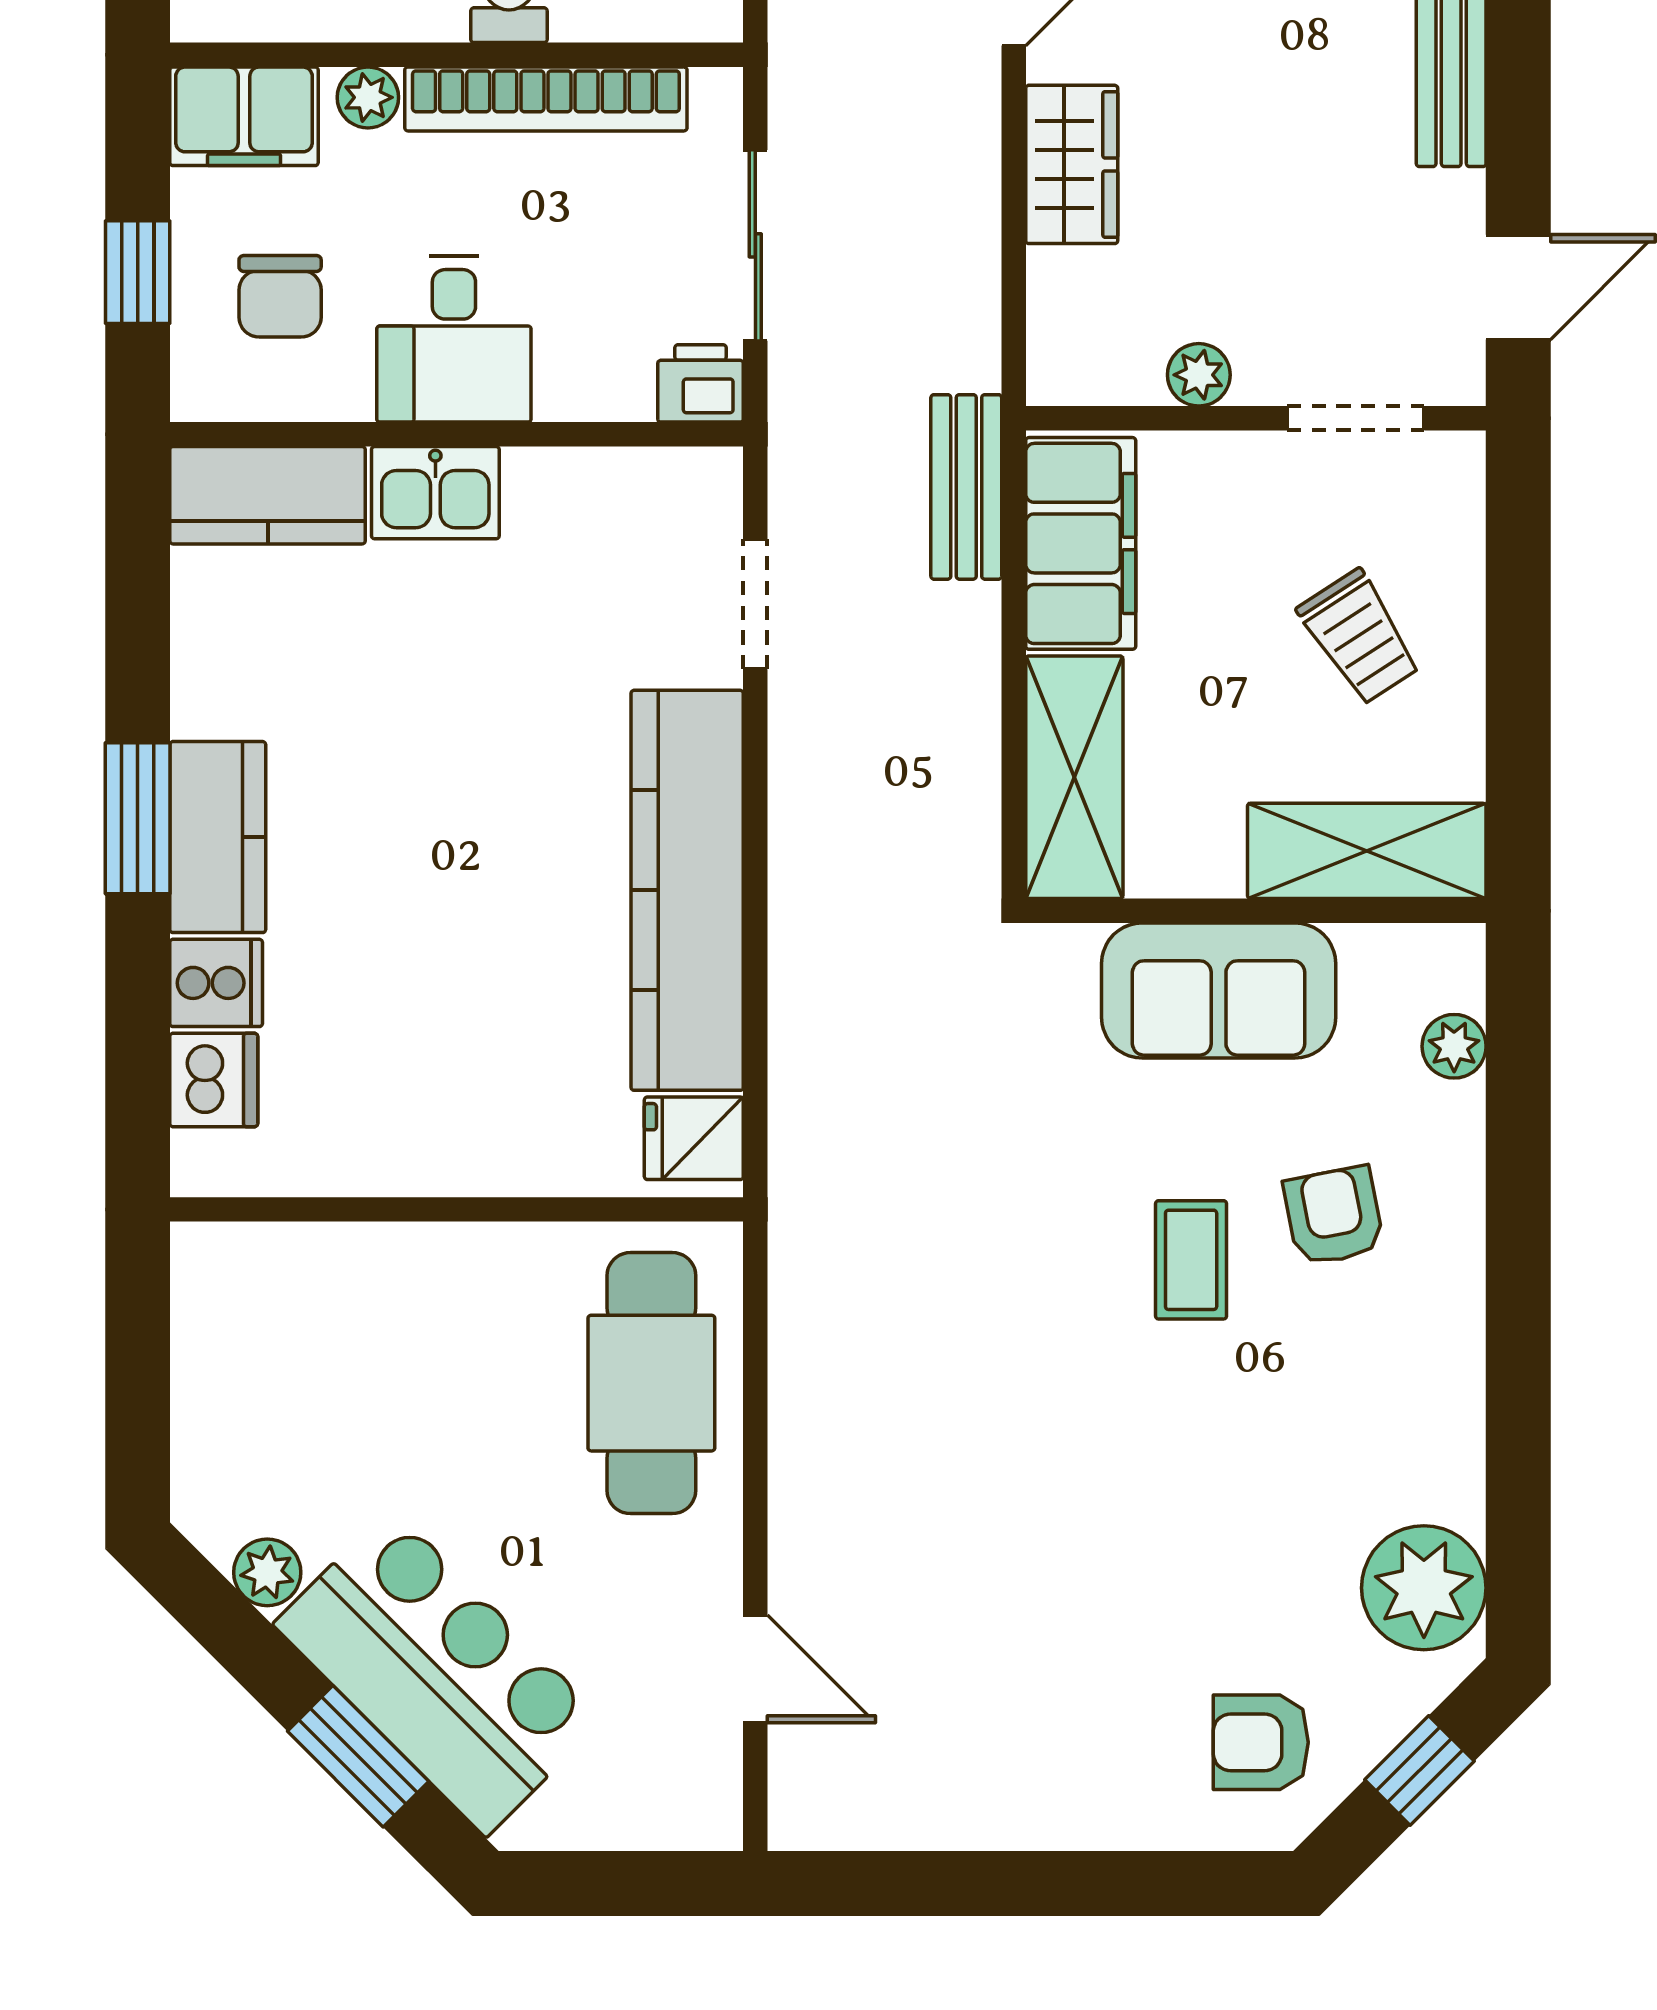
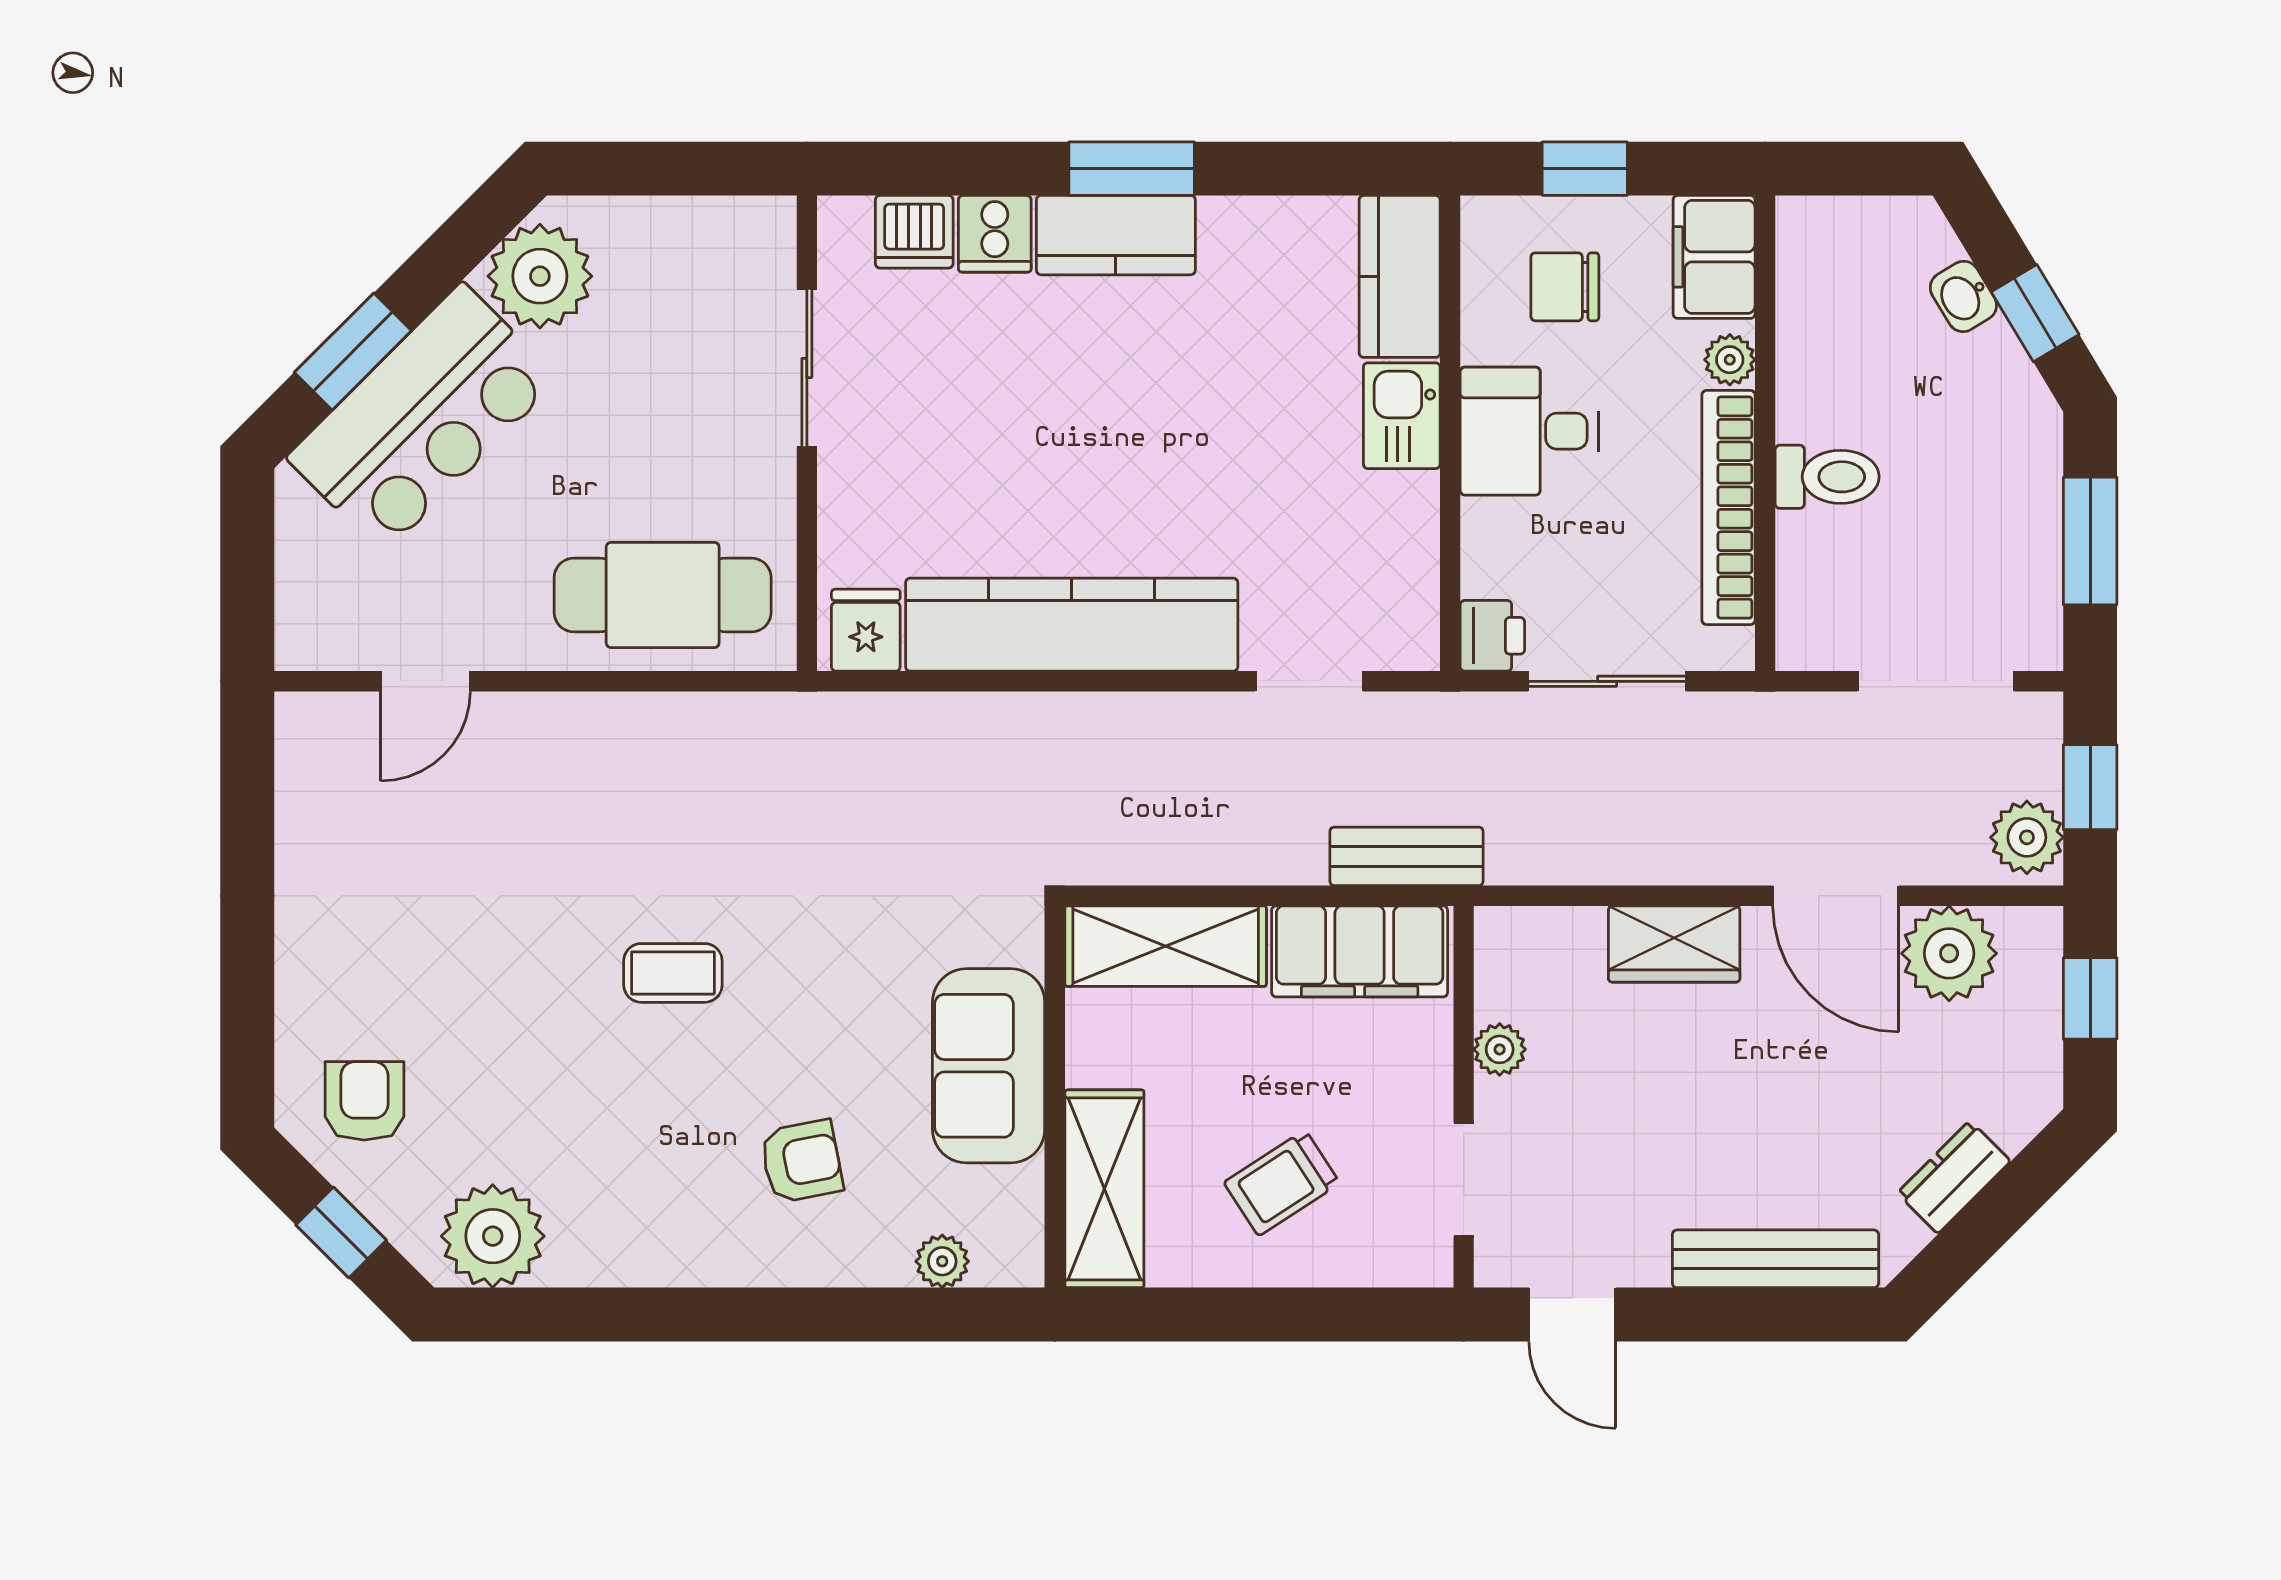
sliding door: (378, 1209) -> (807, 368), added
coffee table: (1191, 1260) -> (673, 973), moved
plant: (267, 1572) -> (540, 276), width x1.87, depth x1.87

